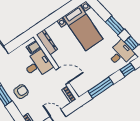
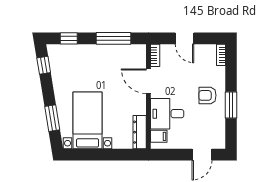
window: (115, 25) -> (52, 118), moved
desk: (121, 53) -> (64, 62), removed

